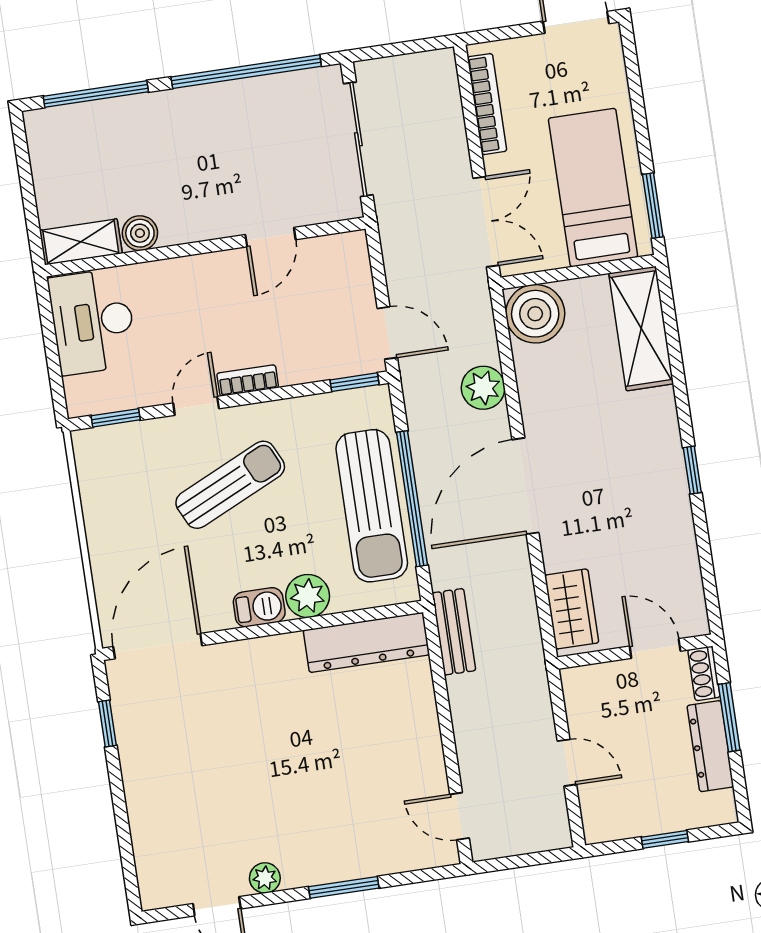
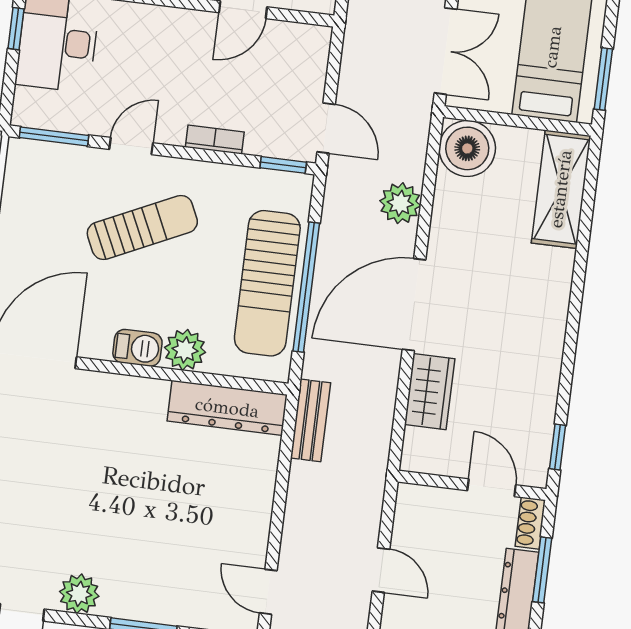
window: (47, 320) -> (16, 29), added
bookcase: (248, 380) -> (215, 140), moved
window: (116, 418) -> (54, 136), width x1.50
window: (692, 470) -> (557, 447), moved
wardrobe: (572, 609) -> (430, 392), moved
plant: (265, 878) -> (79, 594), width x1.38, depth x1.38

